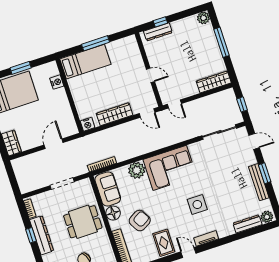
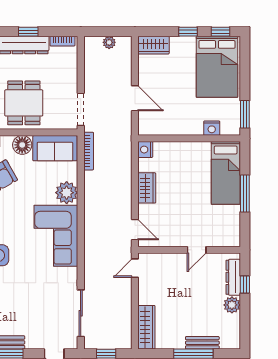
plant: (203, 18) -> (232, 305), moved
bench: (212, 39) -> (202, 343), added
window: (21, 68) -> (245, 114), moved
door: (151, 75) -> (197, 250), moved
door: (147, 113) -> (135, 230), swing flipped
wardrobe: (115, 114) -> (147, 188), width x0.67
plant: (20, 175) -> (109, 42), added
doorway: (62, 184) -> (81, 109), moved

